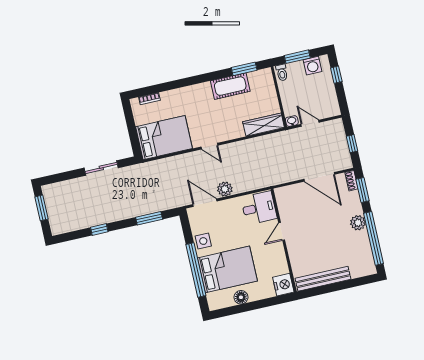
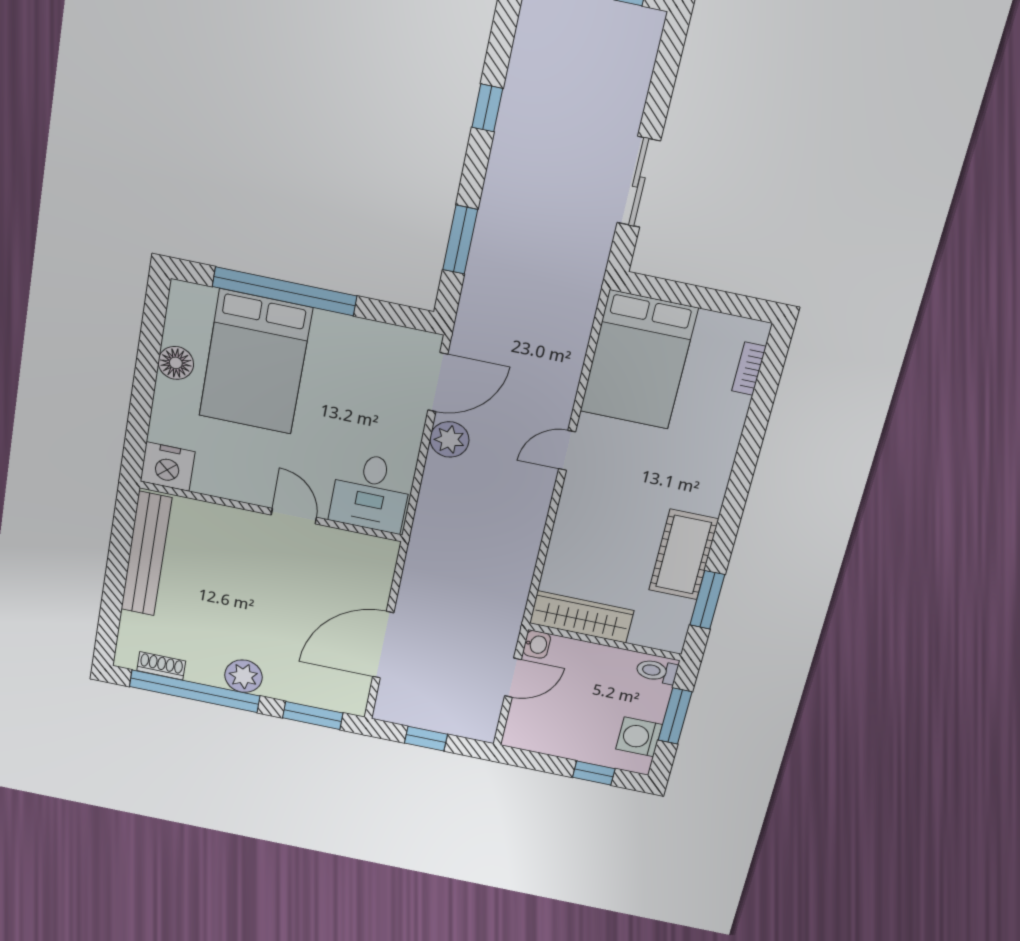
wardrobe: (264, 125) -> (582, 617), moved, turned -90
shoe rack: (351, 181) -> (161, 666), moved
side table: (203, 241) -> (348, 339), removed

